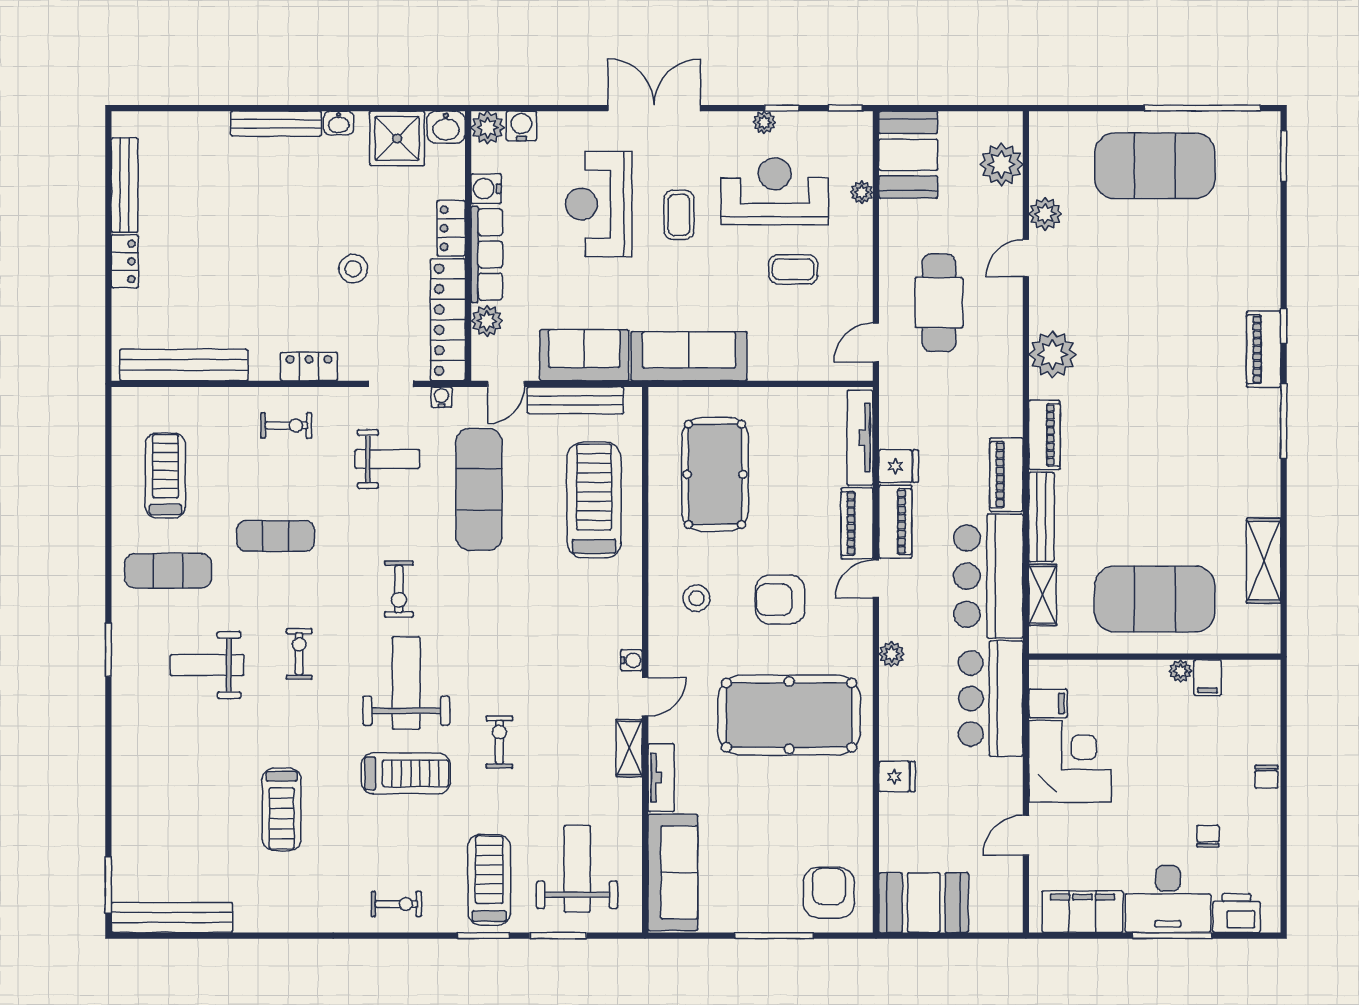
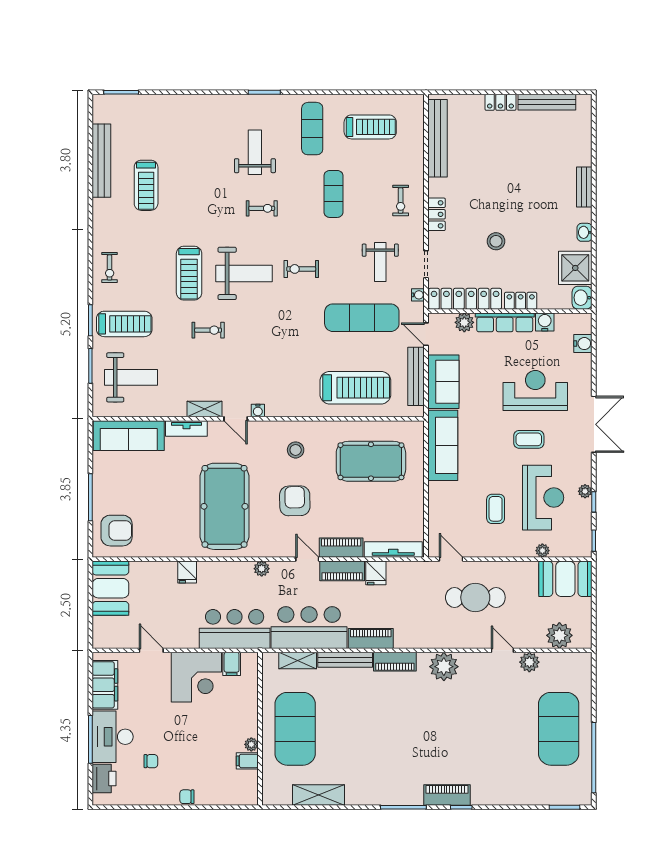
bench: (276, 124) -> (584, 187), width x0.73
plant: (488, 128) -> (582, 323), removed
treadmill: (282, 809) -> (146, 185), moved, turned -90
bench: (172, 918) -> (101, 161), moved

